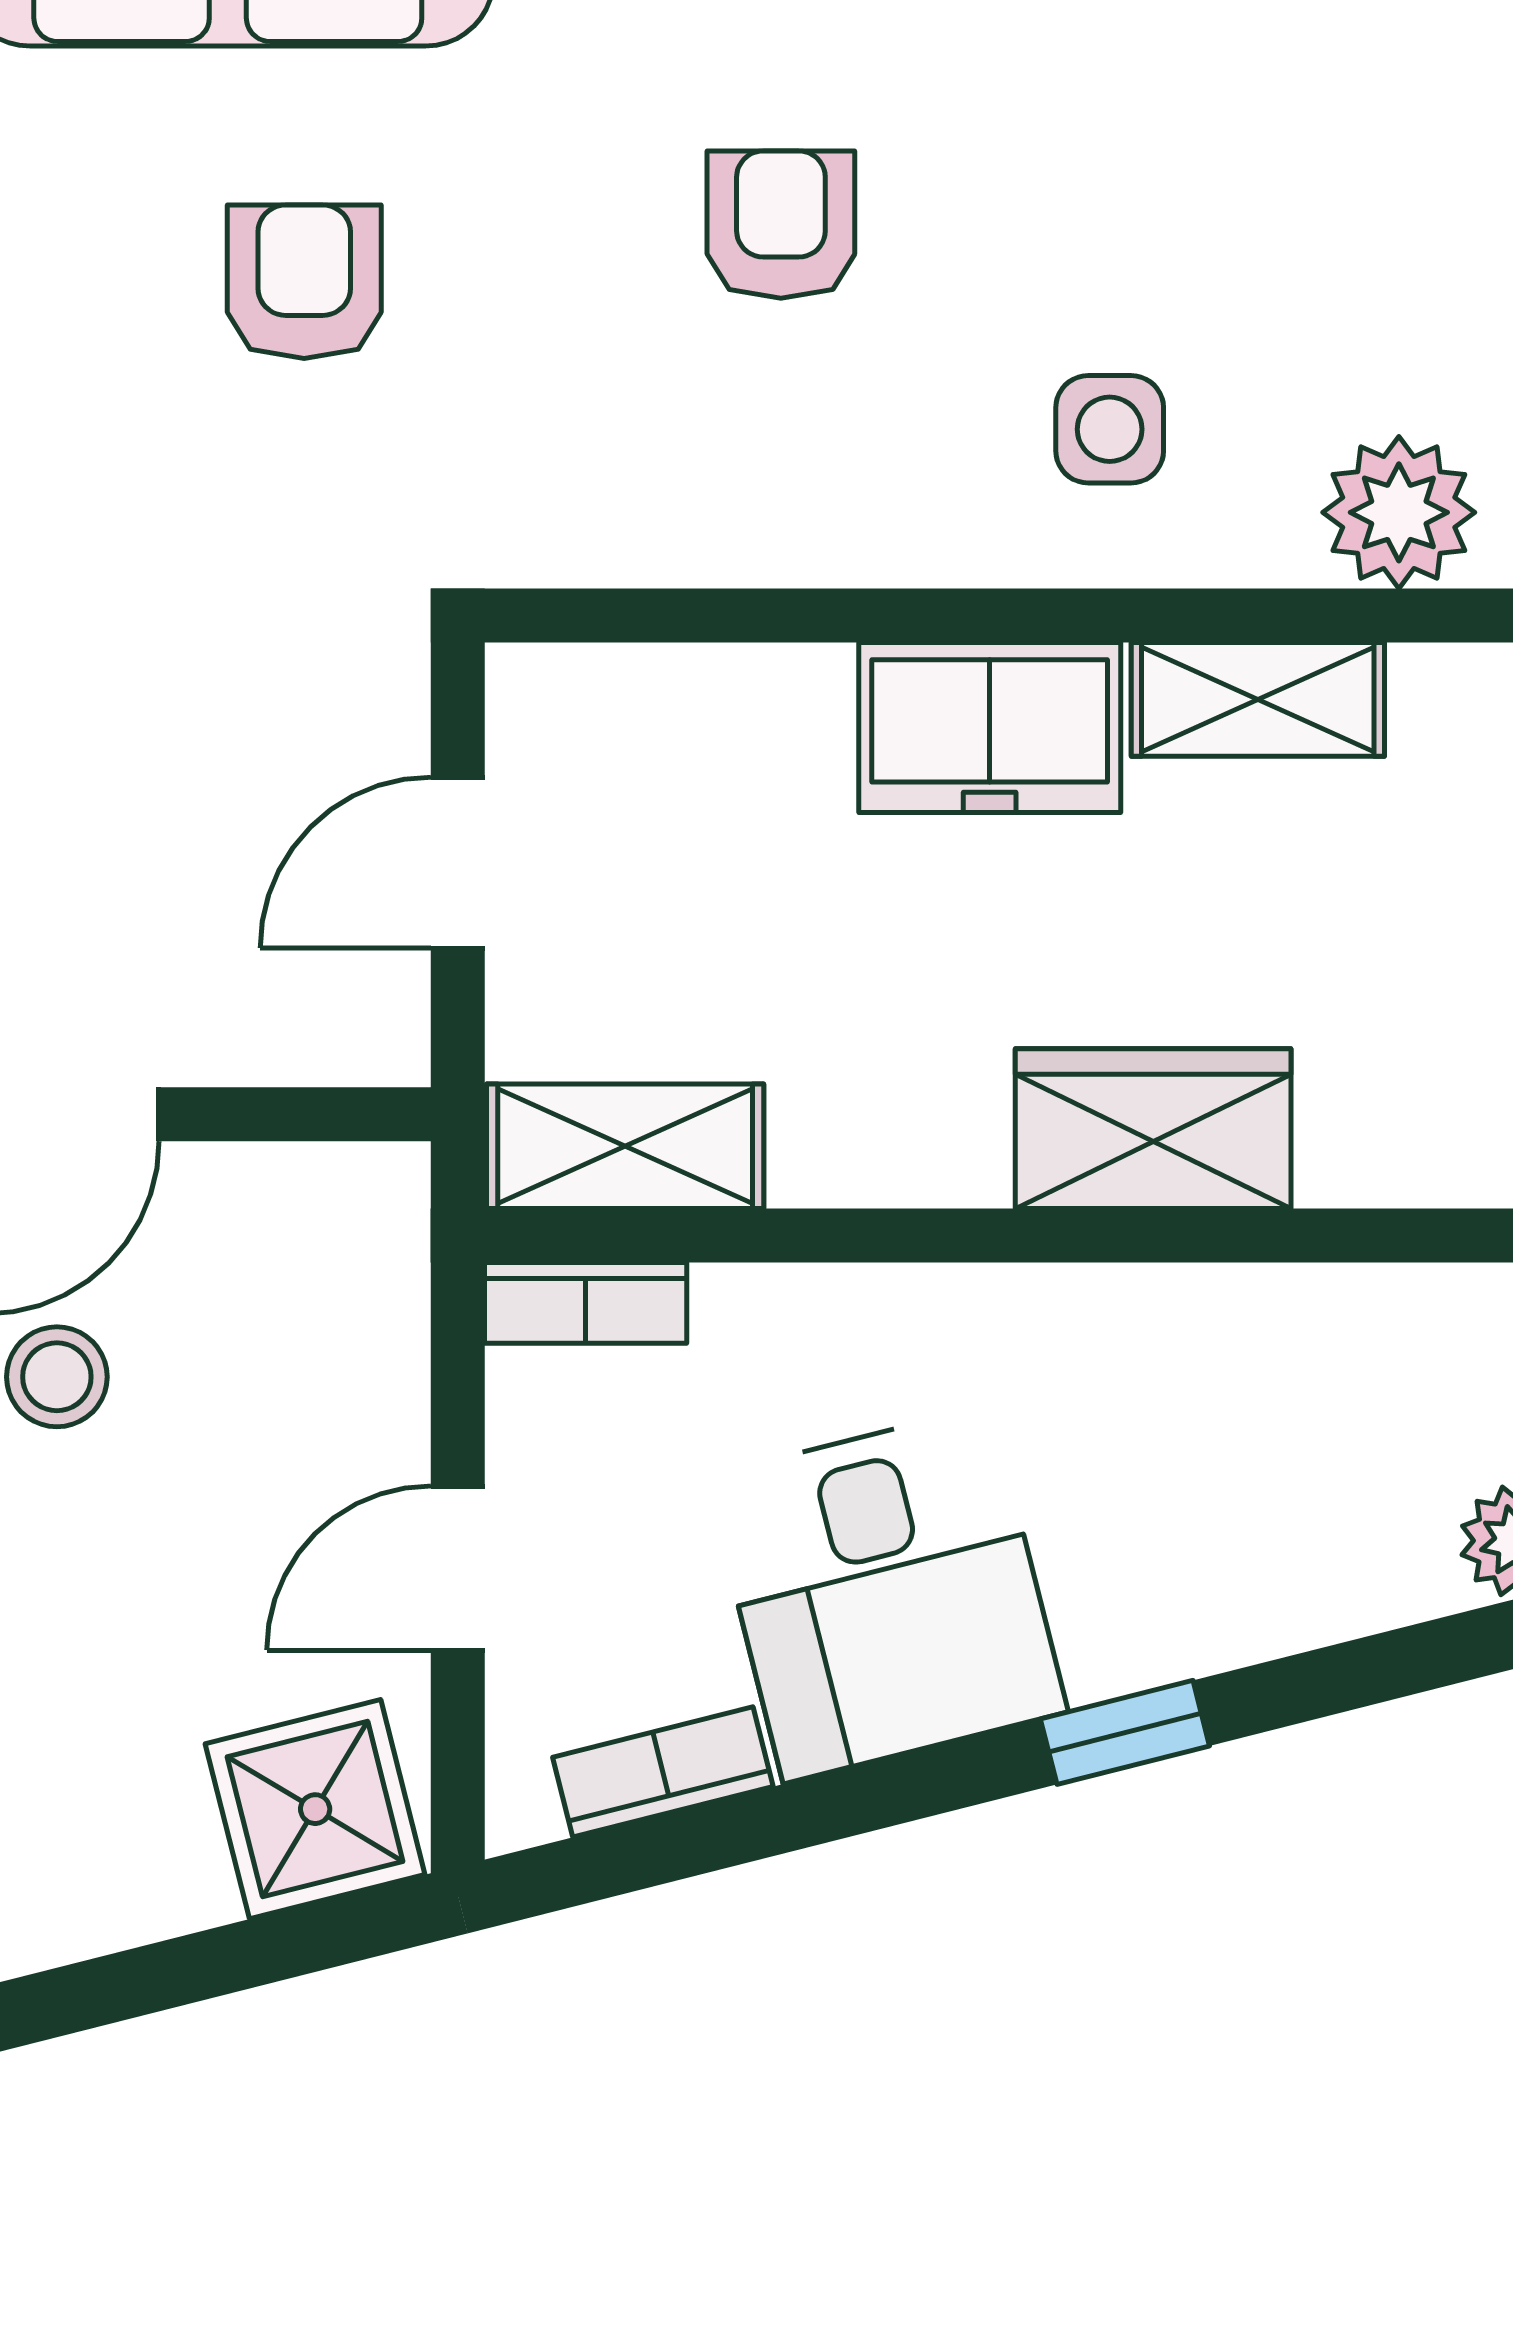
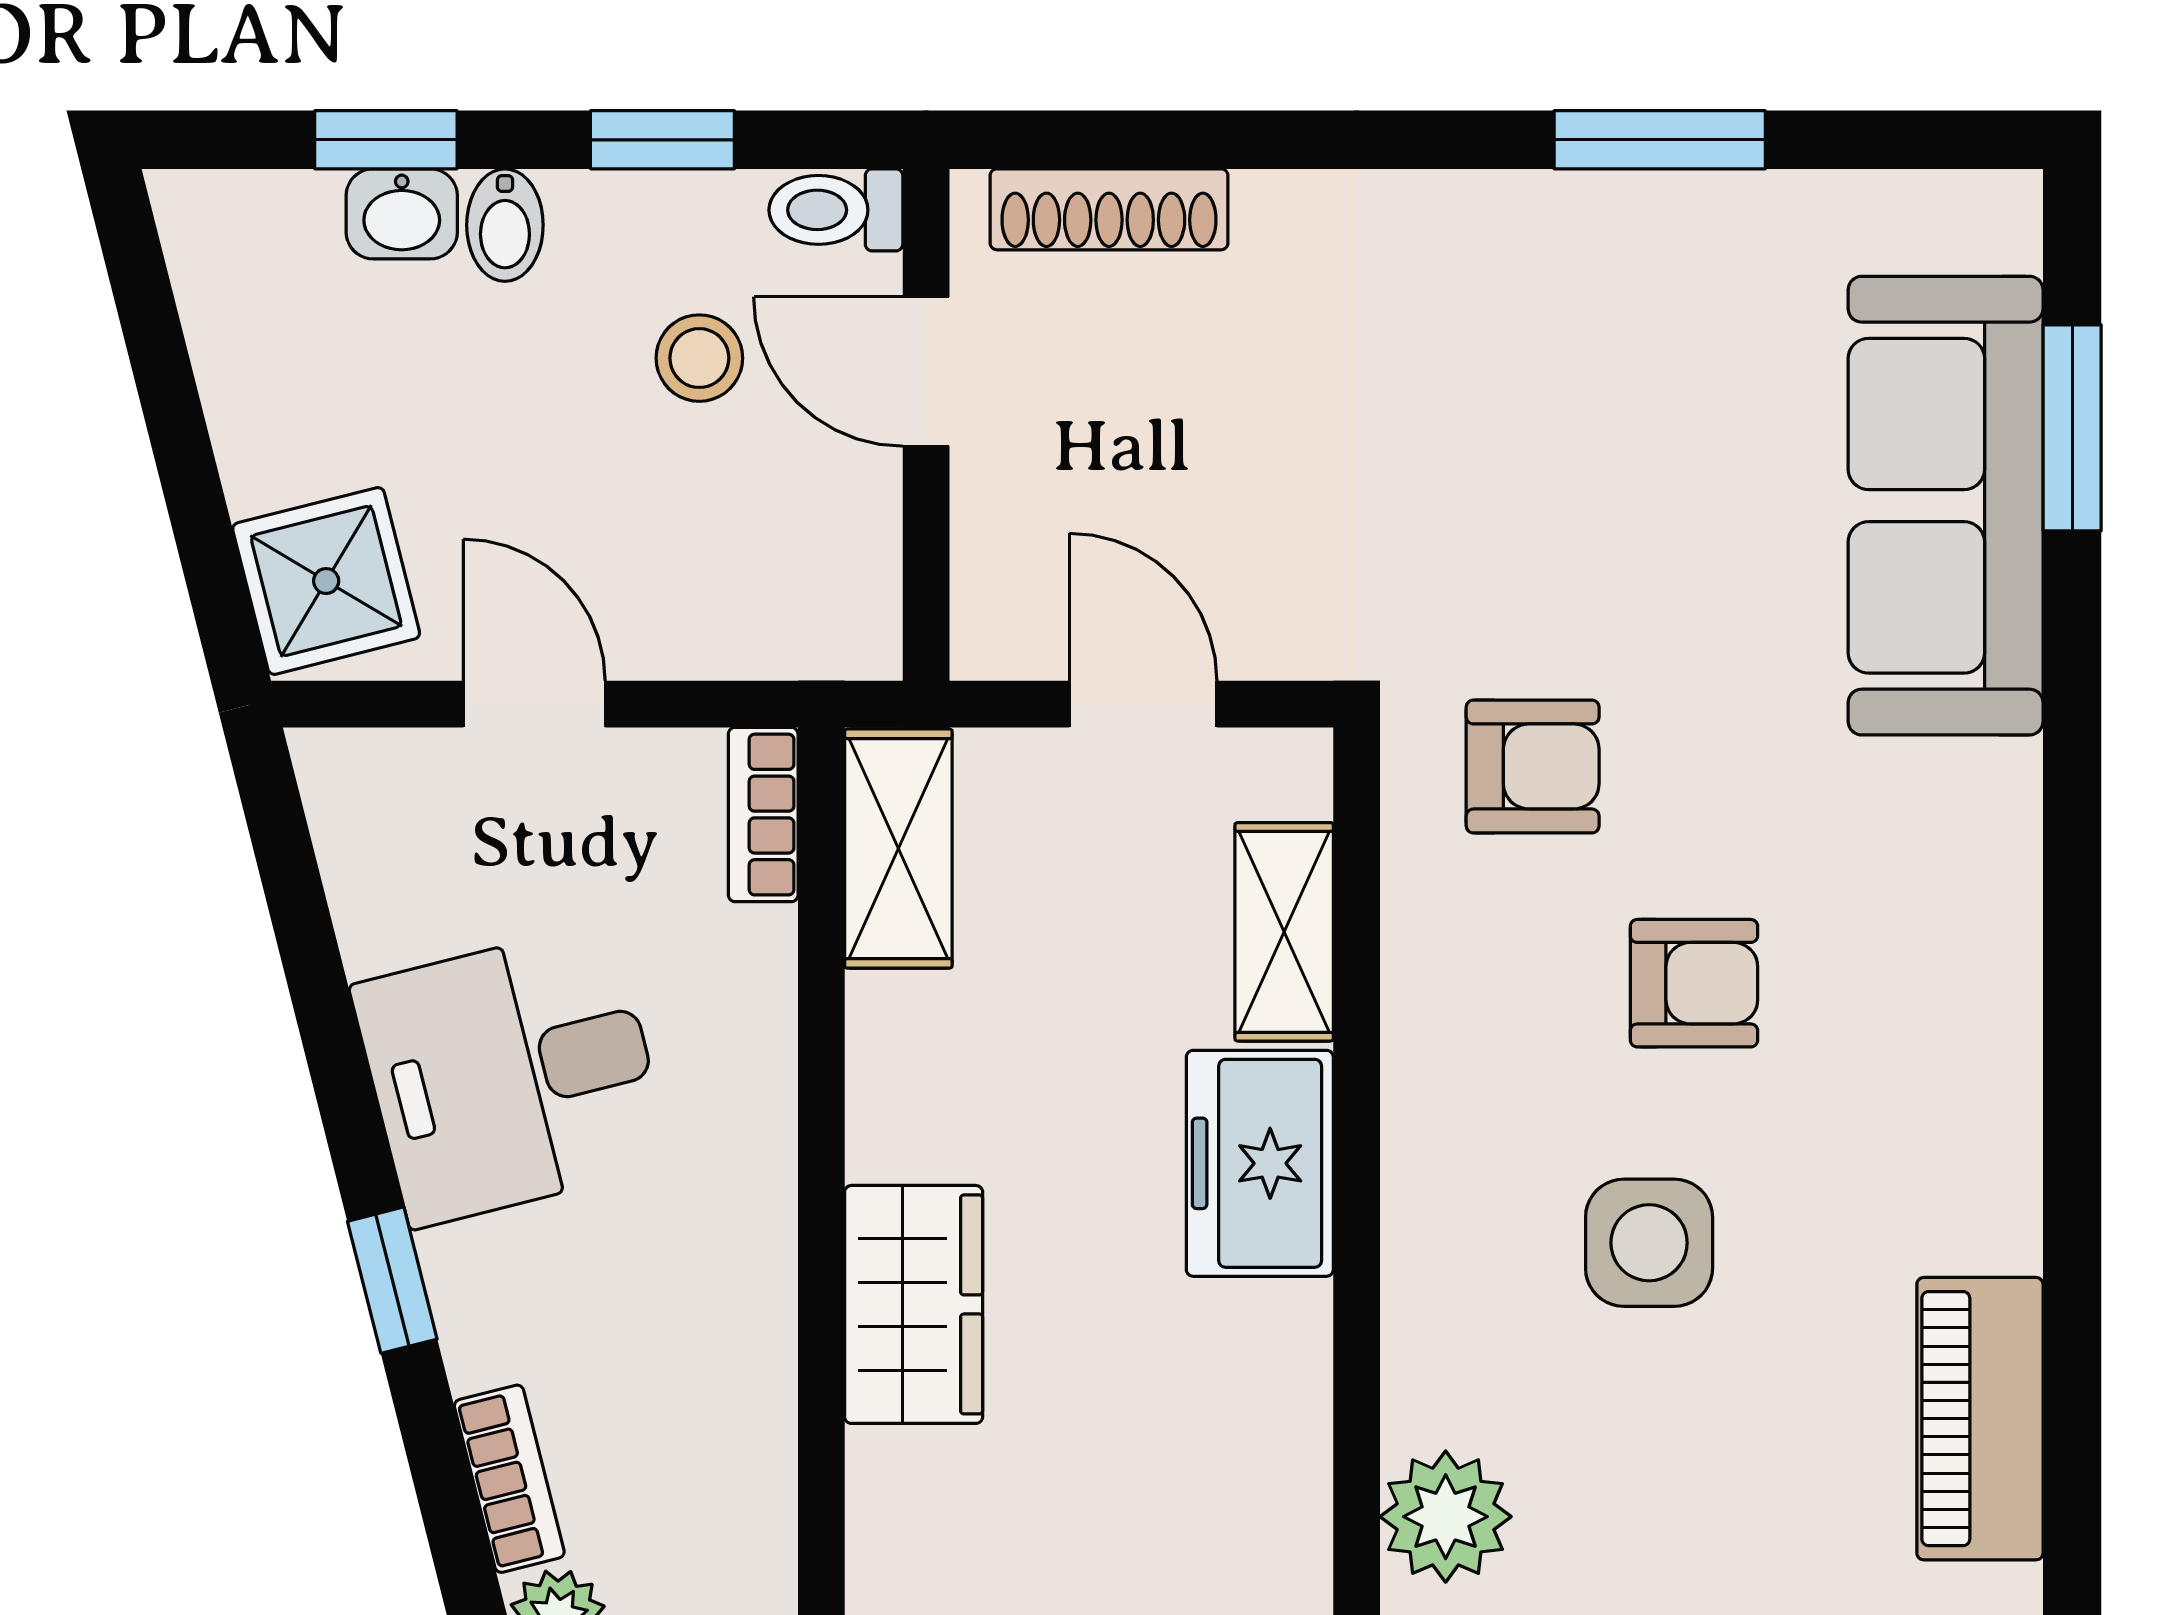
armchair: (304, 282) -> (1533, 766), moved
side table: (1110, 429) -> (1649, 1243), moved, width x1.37, depth x1.37
shelving: (1258, 699) -> (1284, 932), moved
bookcase: (663, 1772) -> (509, 1479), moved

